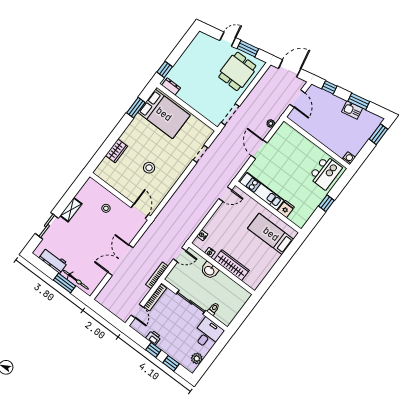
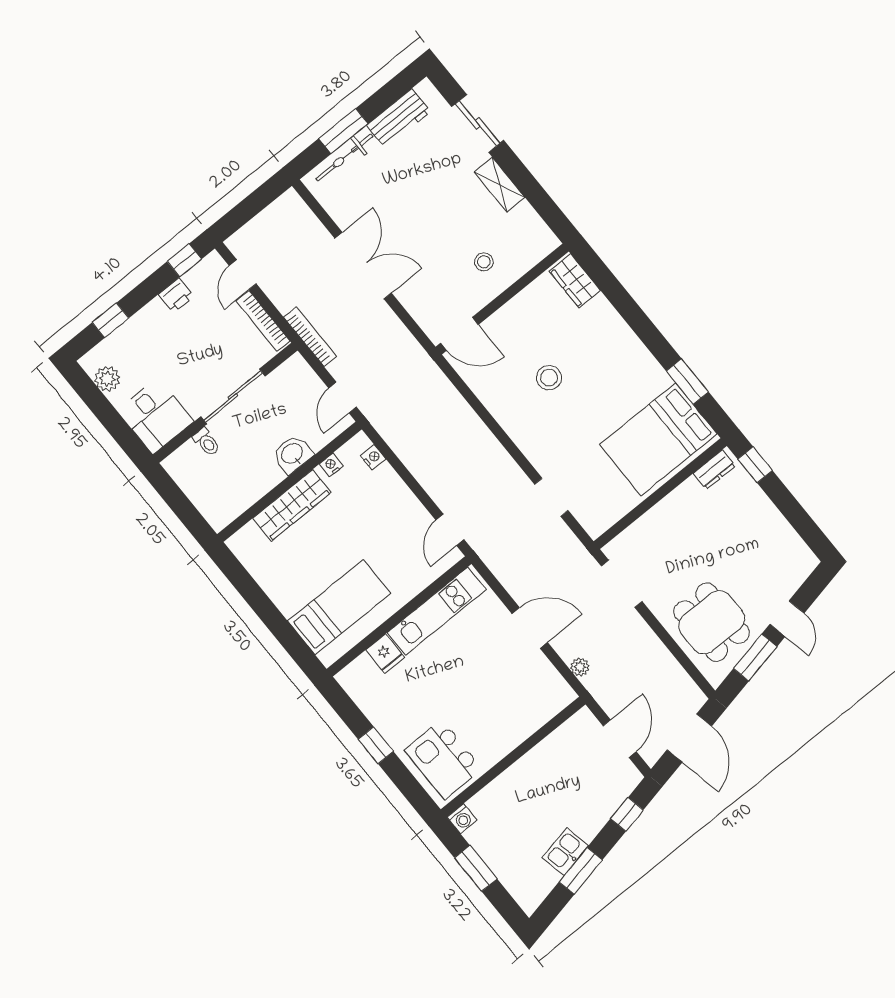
door: (297, 99) -> (620, 739), swing flipped
window: (378, 134) -> (476, 868), moved
wardrobe: (116, 151) -> (575, 281), moved
door: (137, 311) -> (243, 275), hinge flipped
window: (153, 350) -> (184, 260), moved

